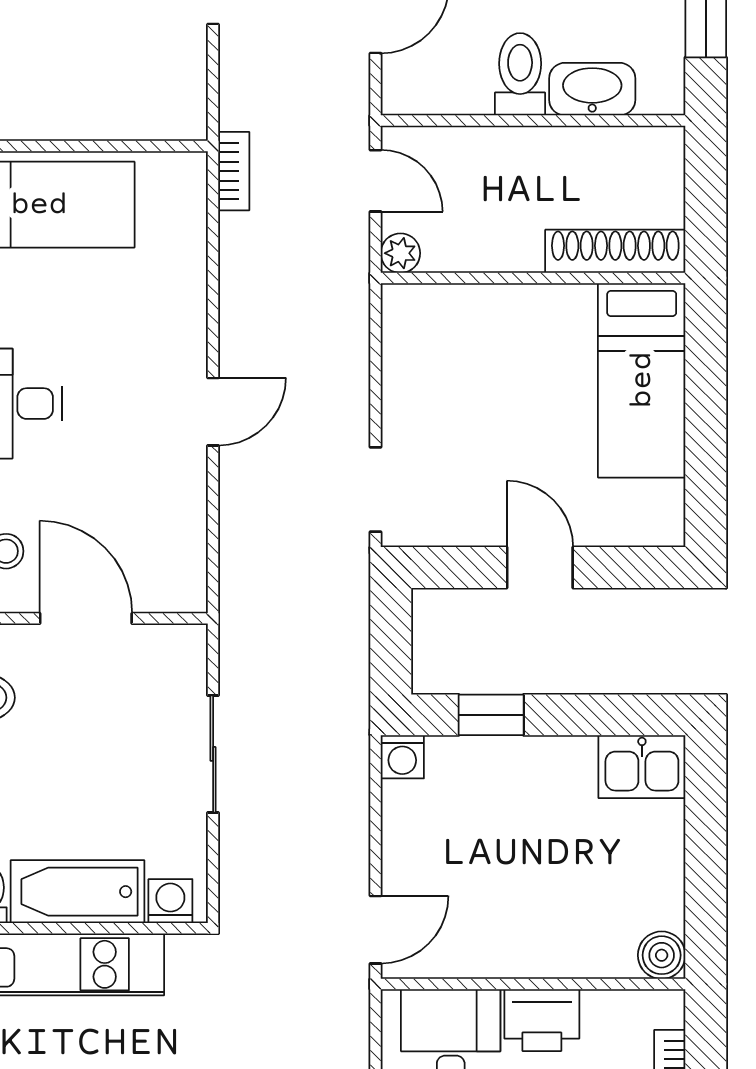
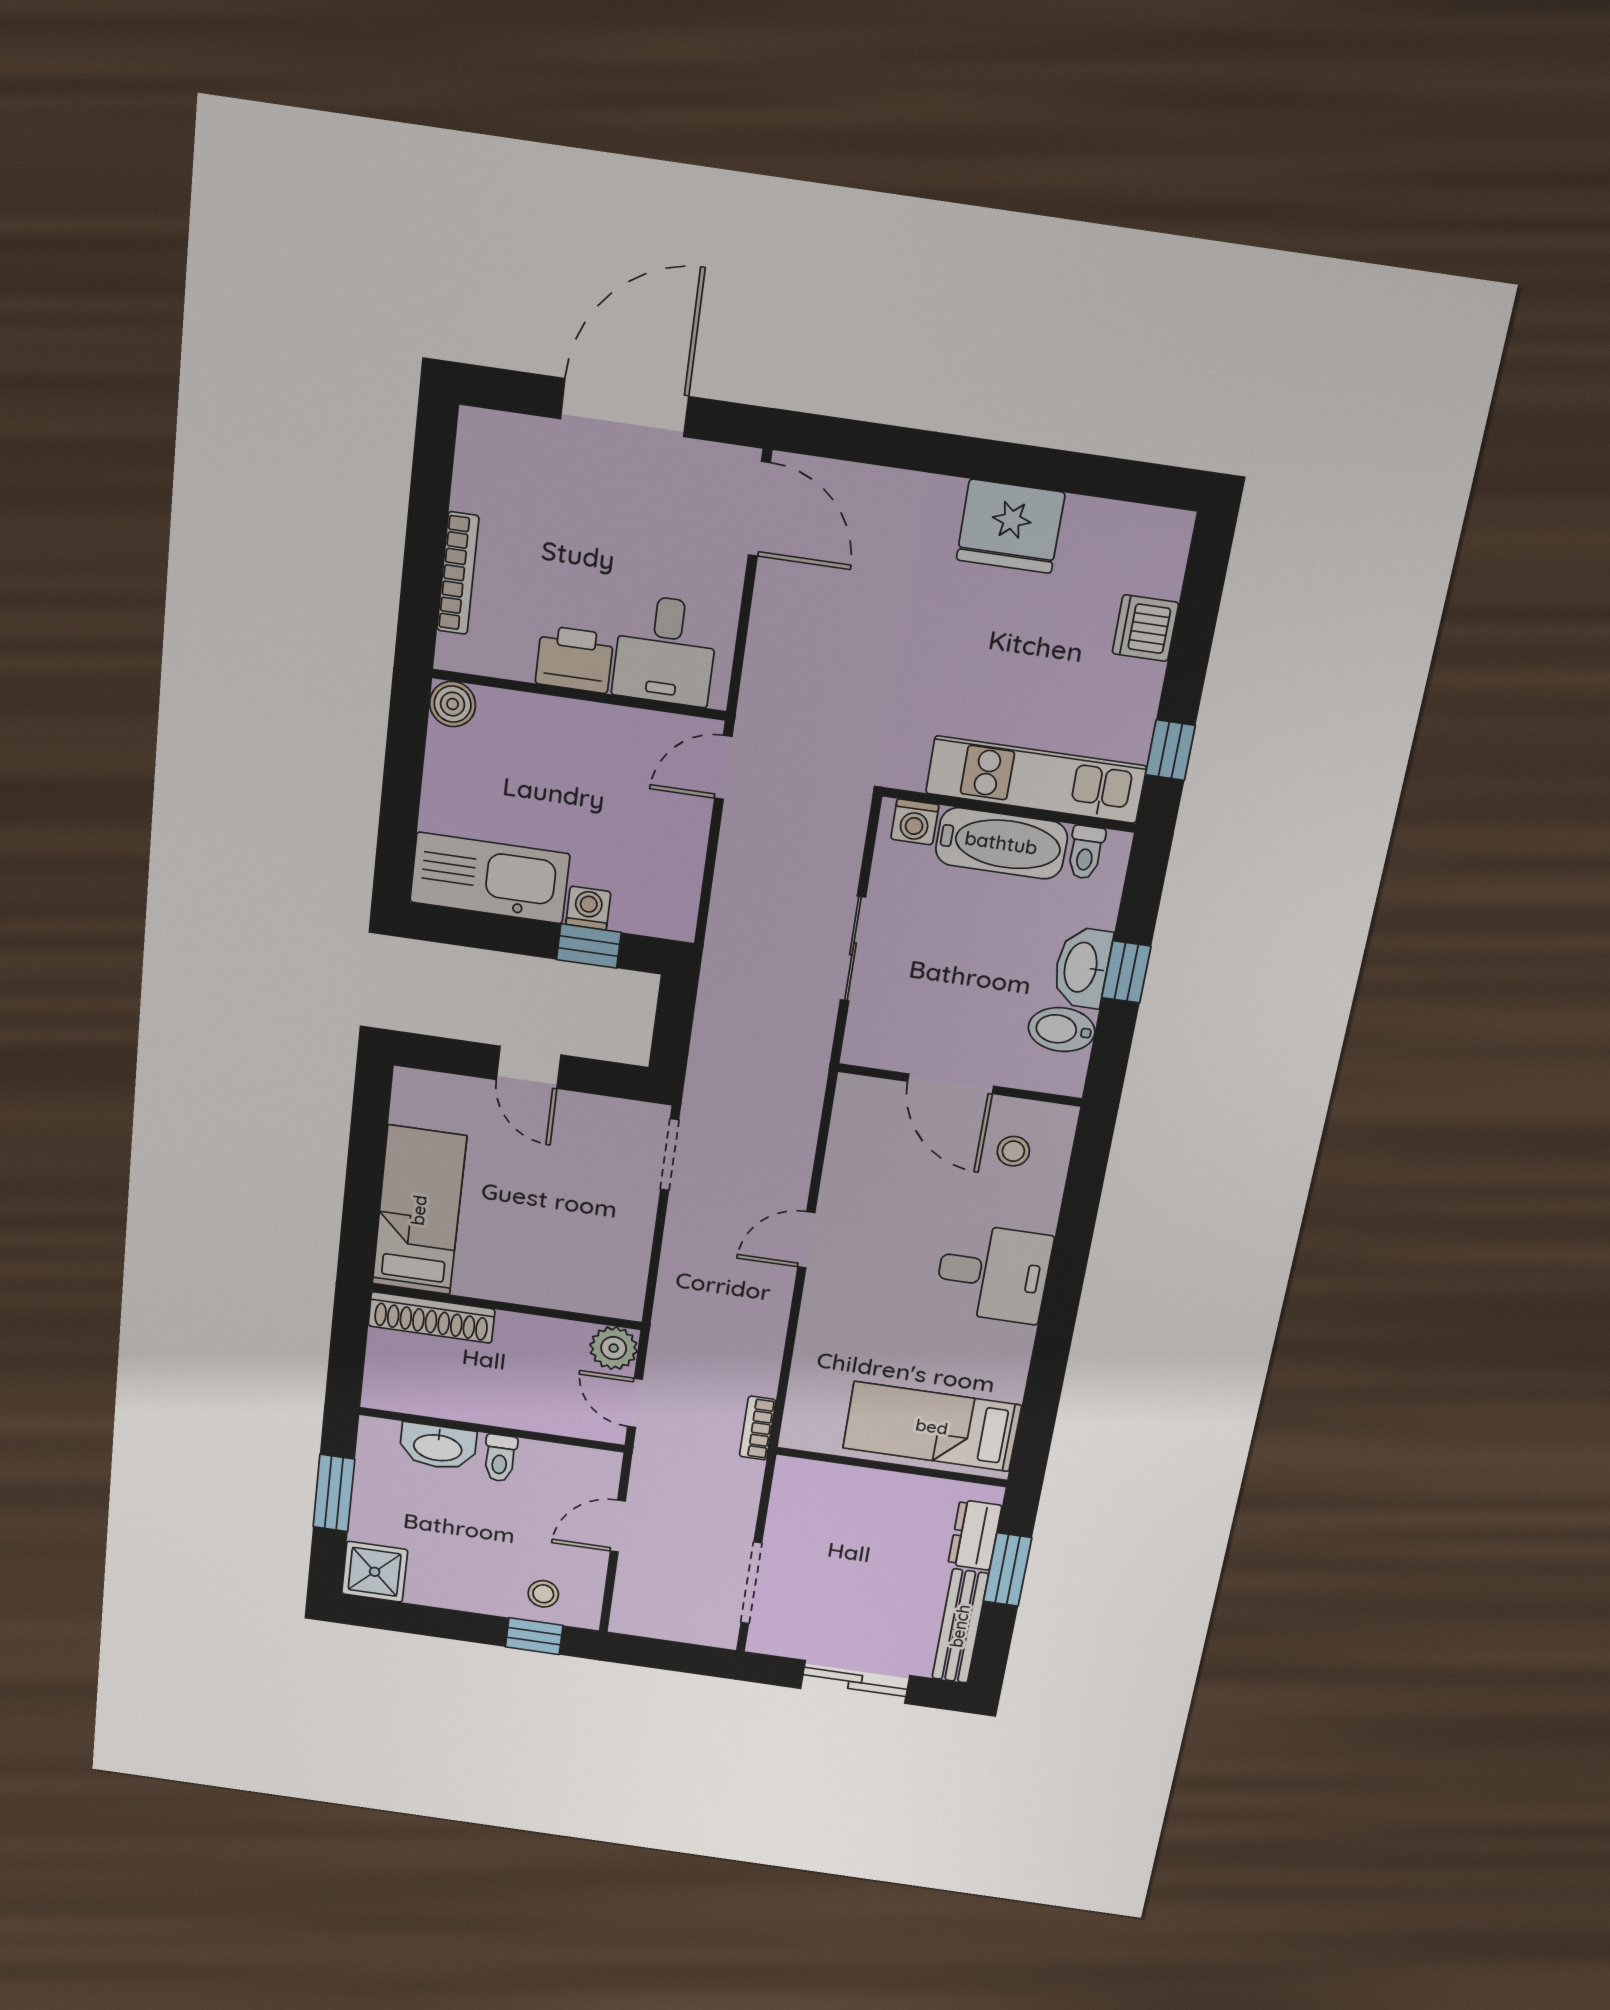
toilet: (520, 74) -> (500, 1458), width x0.73, depth x0.72
plant: (400, 253) -> (614, 1348), width x1.38, depth x1.38
washing machine: (402, 757) -> (588, 908), moved
kitchen sink: (642, 767) -> (490, 878), width x1.88, depth x1.24

